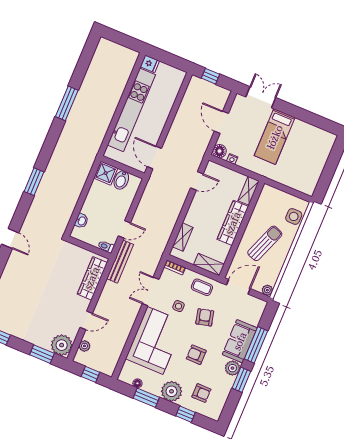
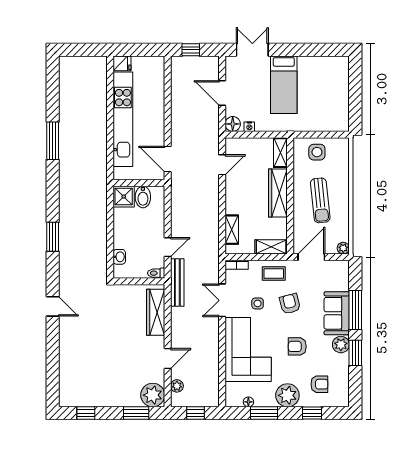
side table: (294, 216) -> (317, 152), moved
sun lounger: (265, 243) -> (320, 200), turned 153

